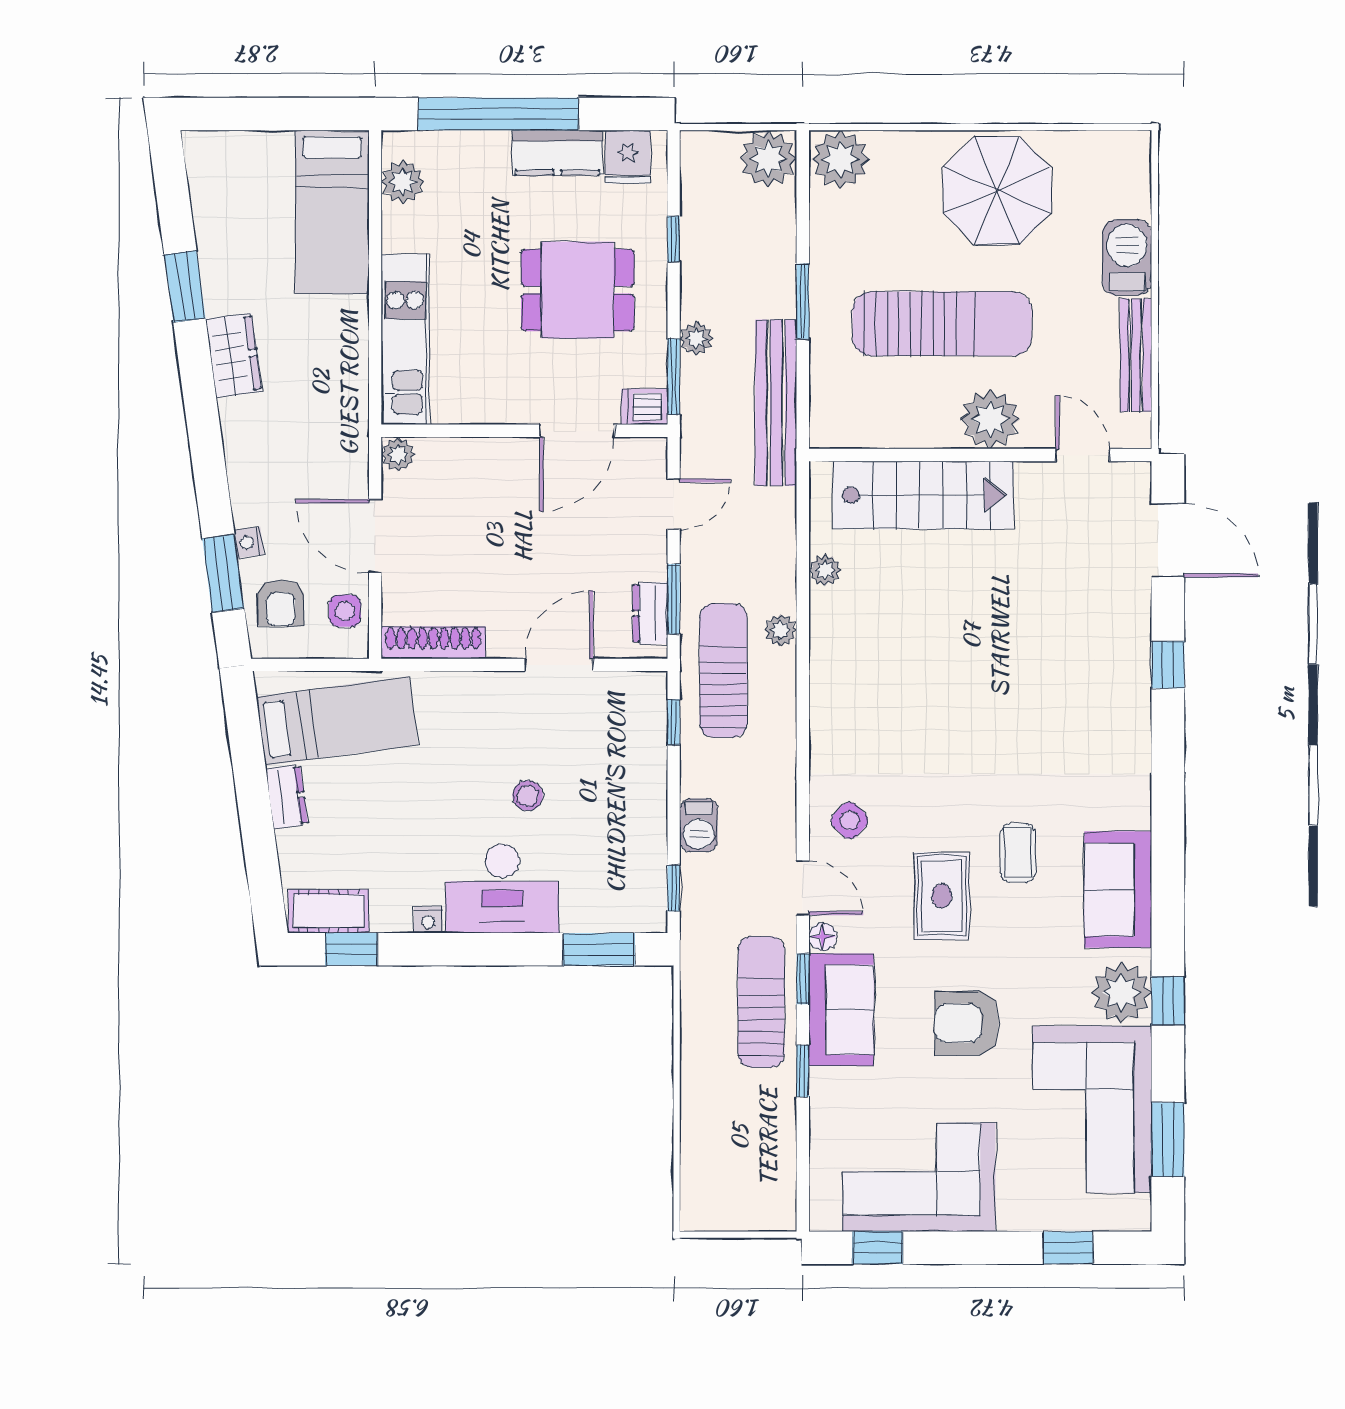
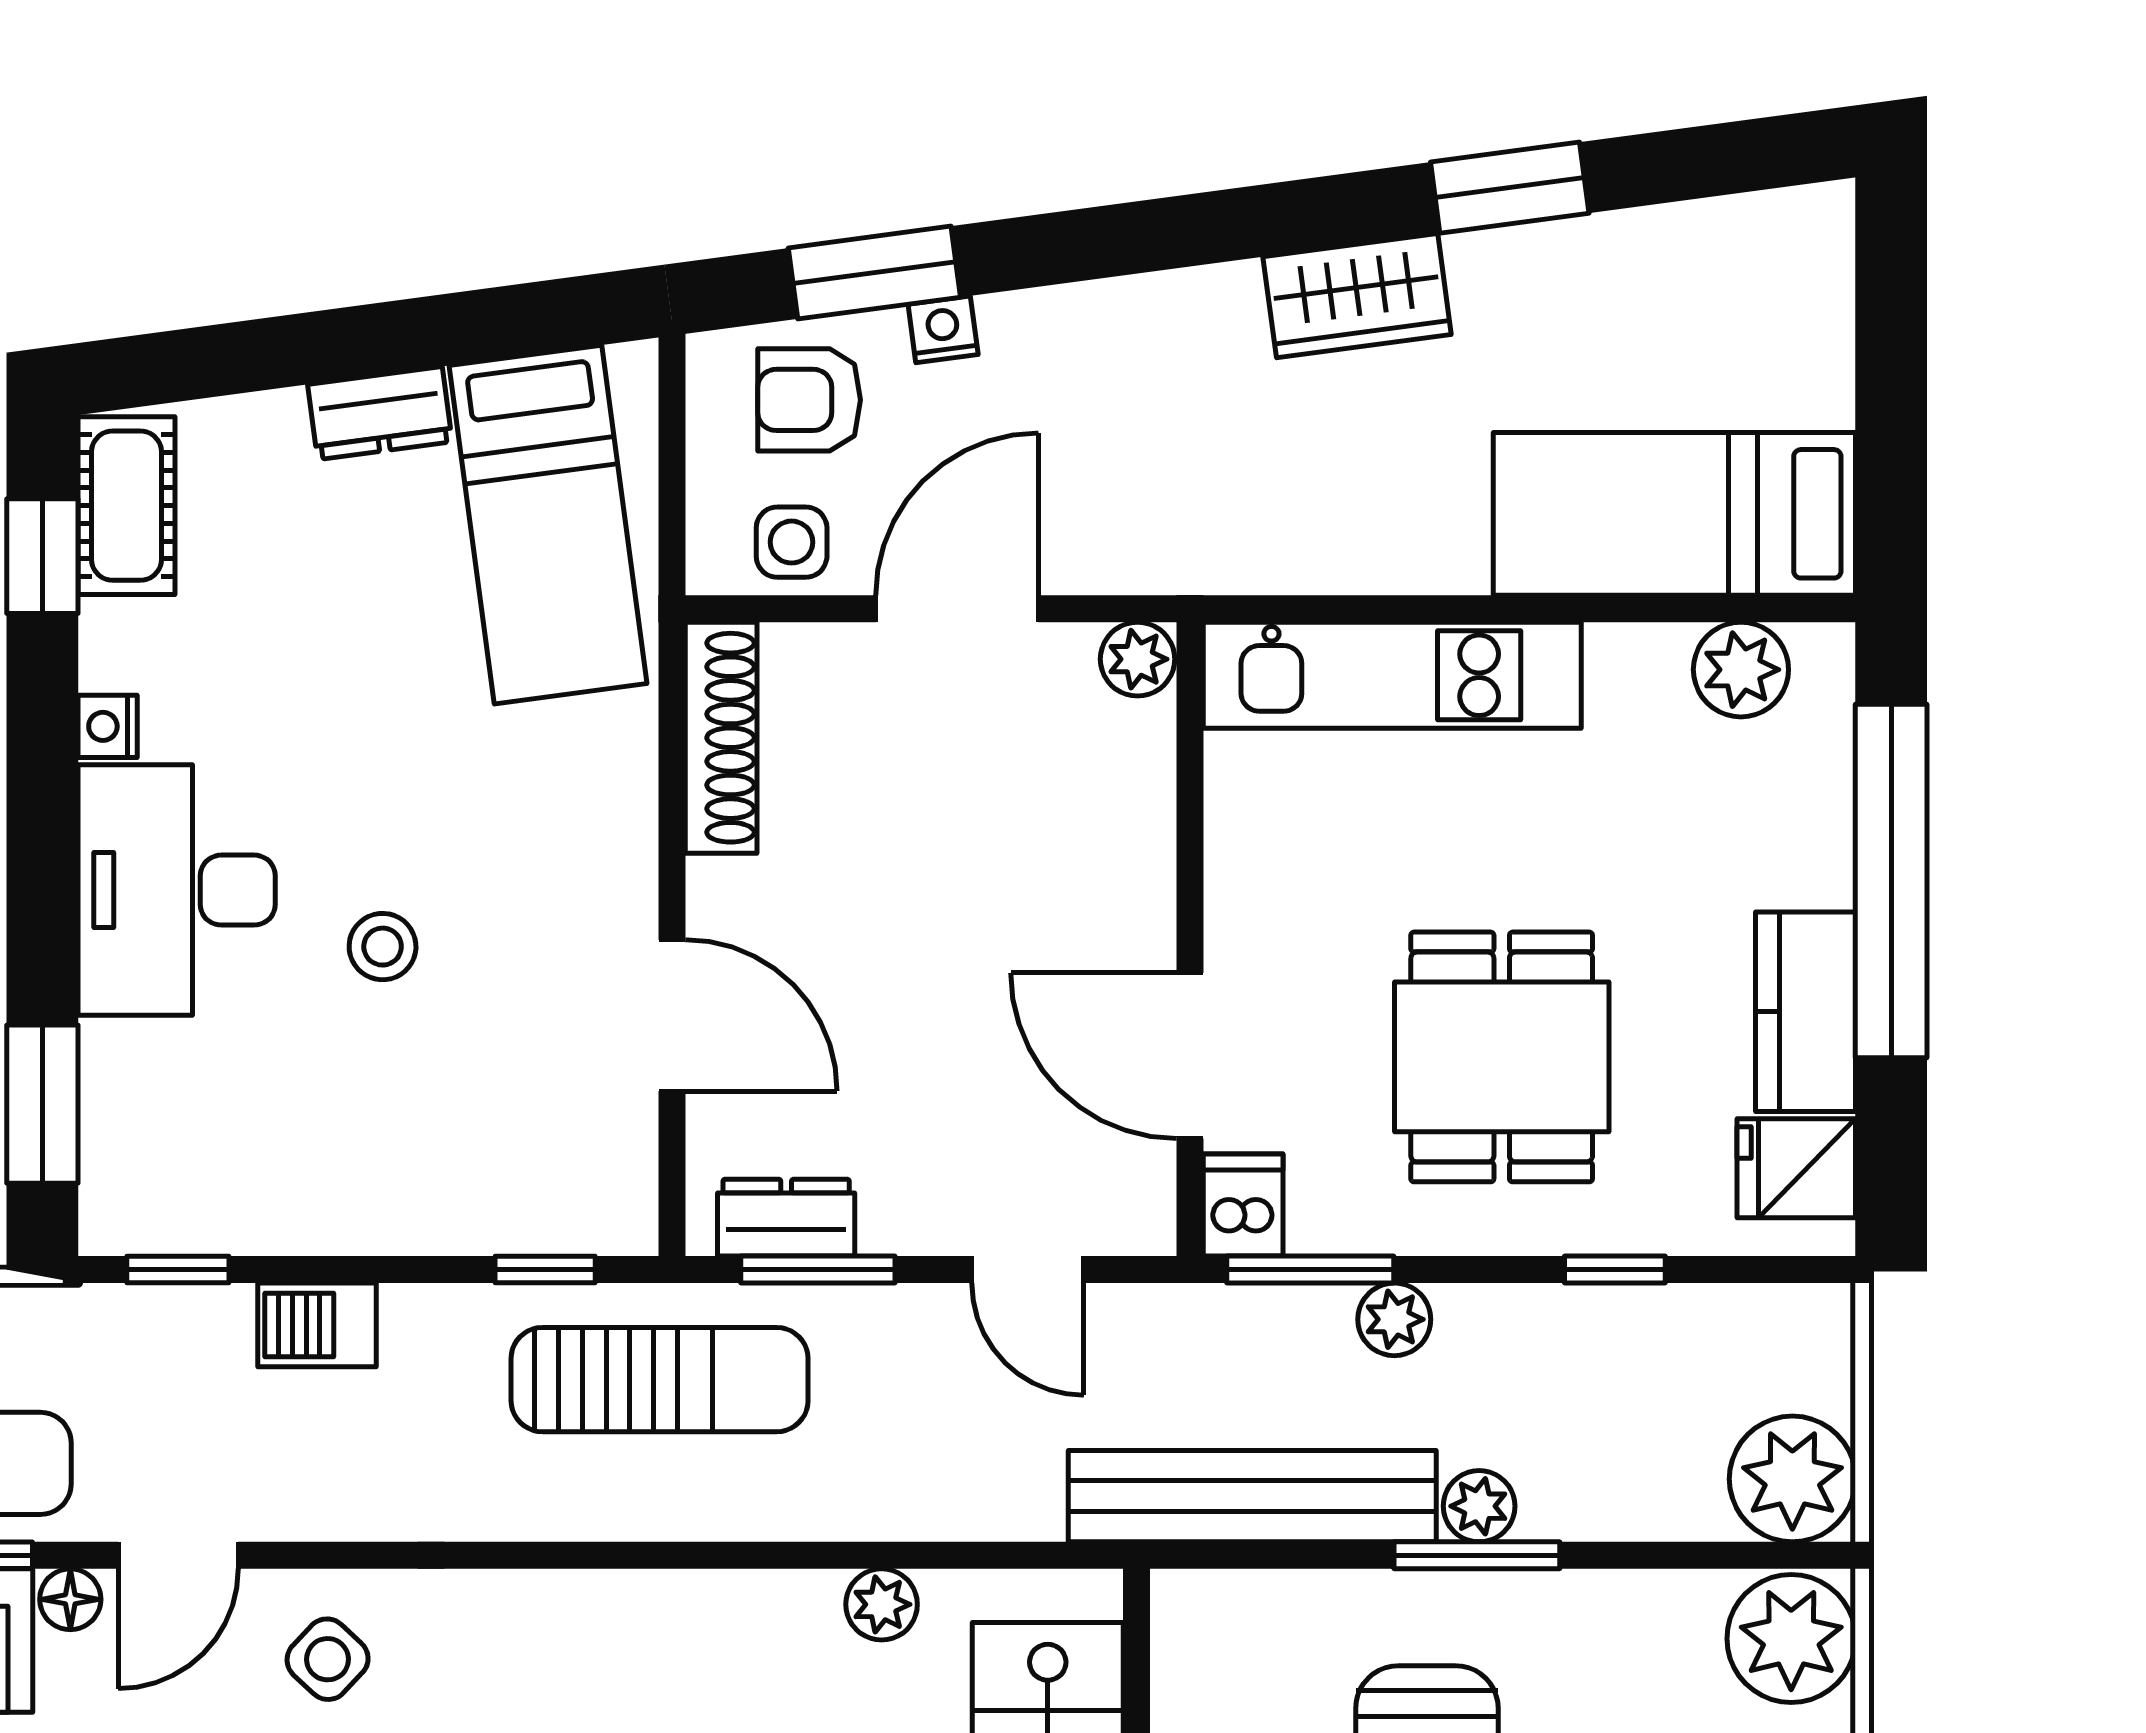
plant: (781, 630) -> (1479, 1506), moved

